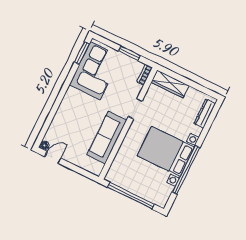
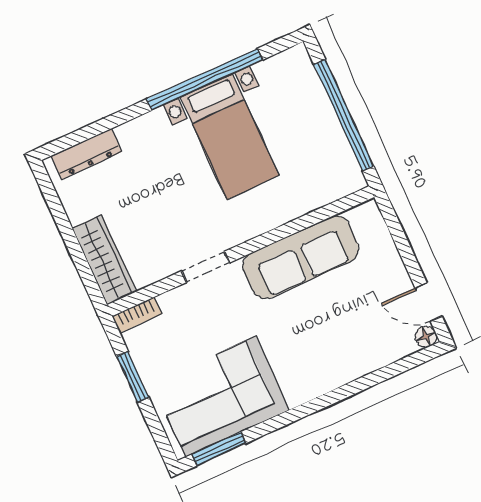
bed with nightstands: (166, 151) -> (229, 136), width x0.73

